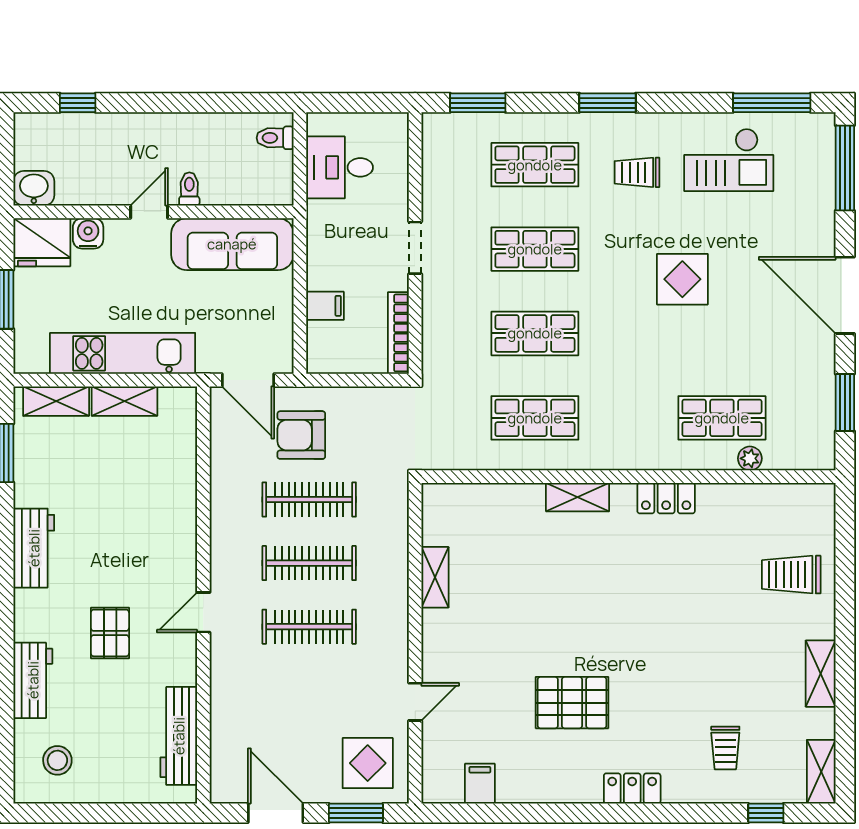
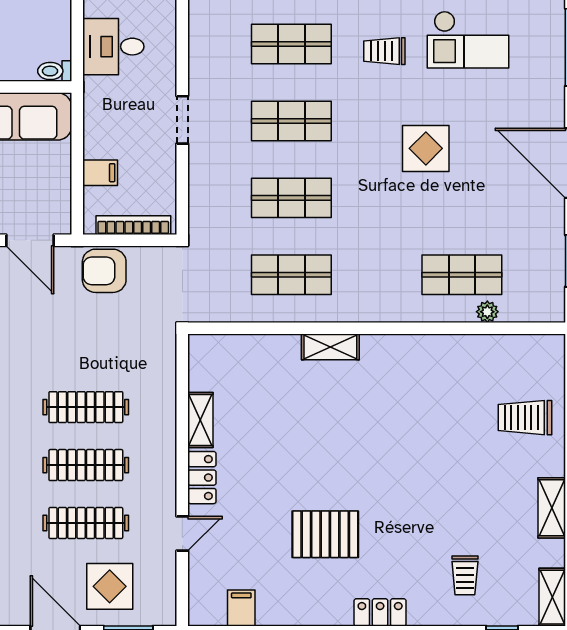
toilet: (275, 138) -> (55, 71), moved
bookcase: (398, 333) -> (133, 225), moved, turned 90
armchair: (301, 435) -> (104, 271), moved
locker: (666, 498) -> (202, 478), moved, turned -90
clothes rail: (309, 500) -> (86, 523), moved
display table: (368, 763) -> (110, 586), moved

